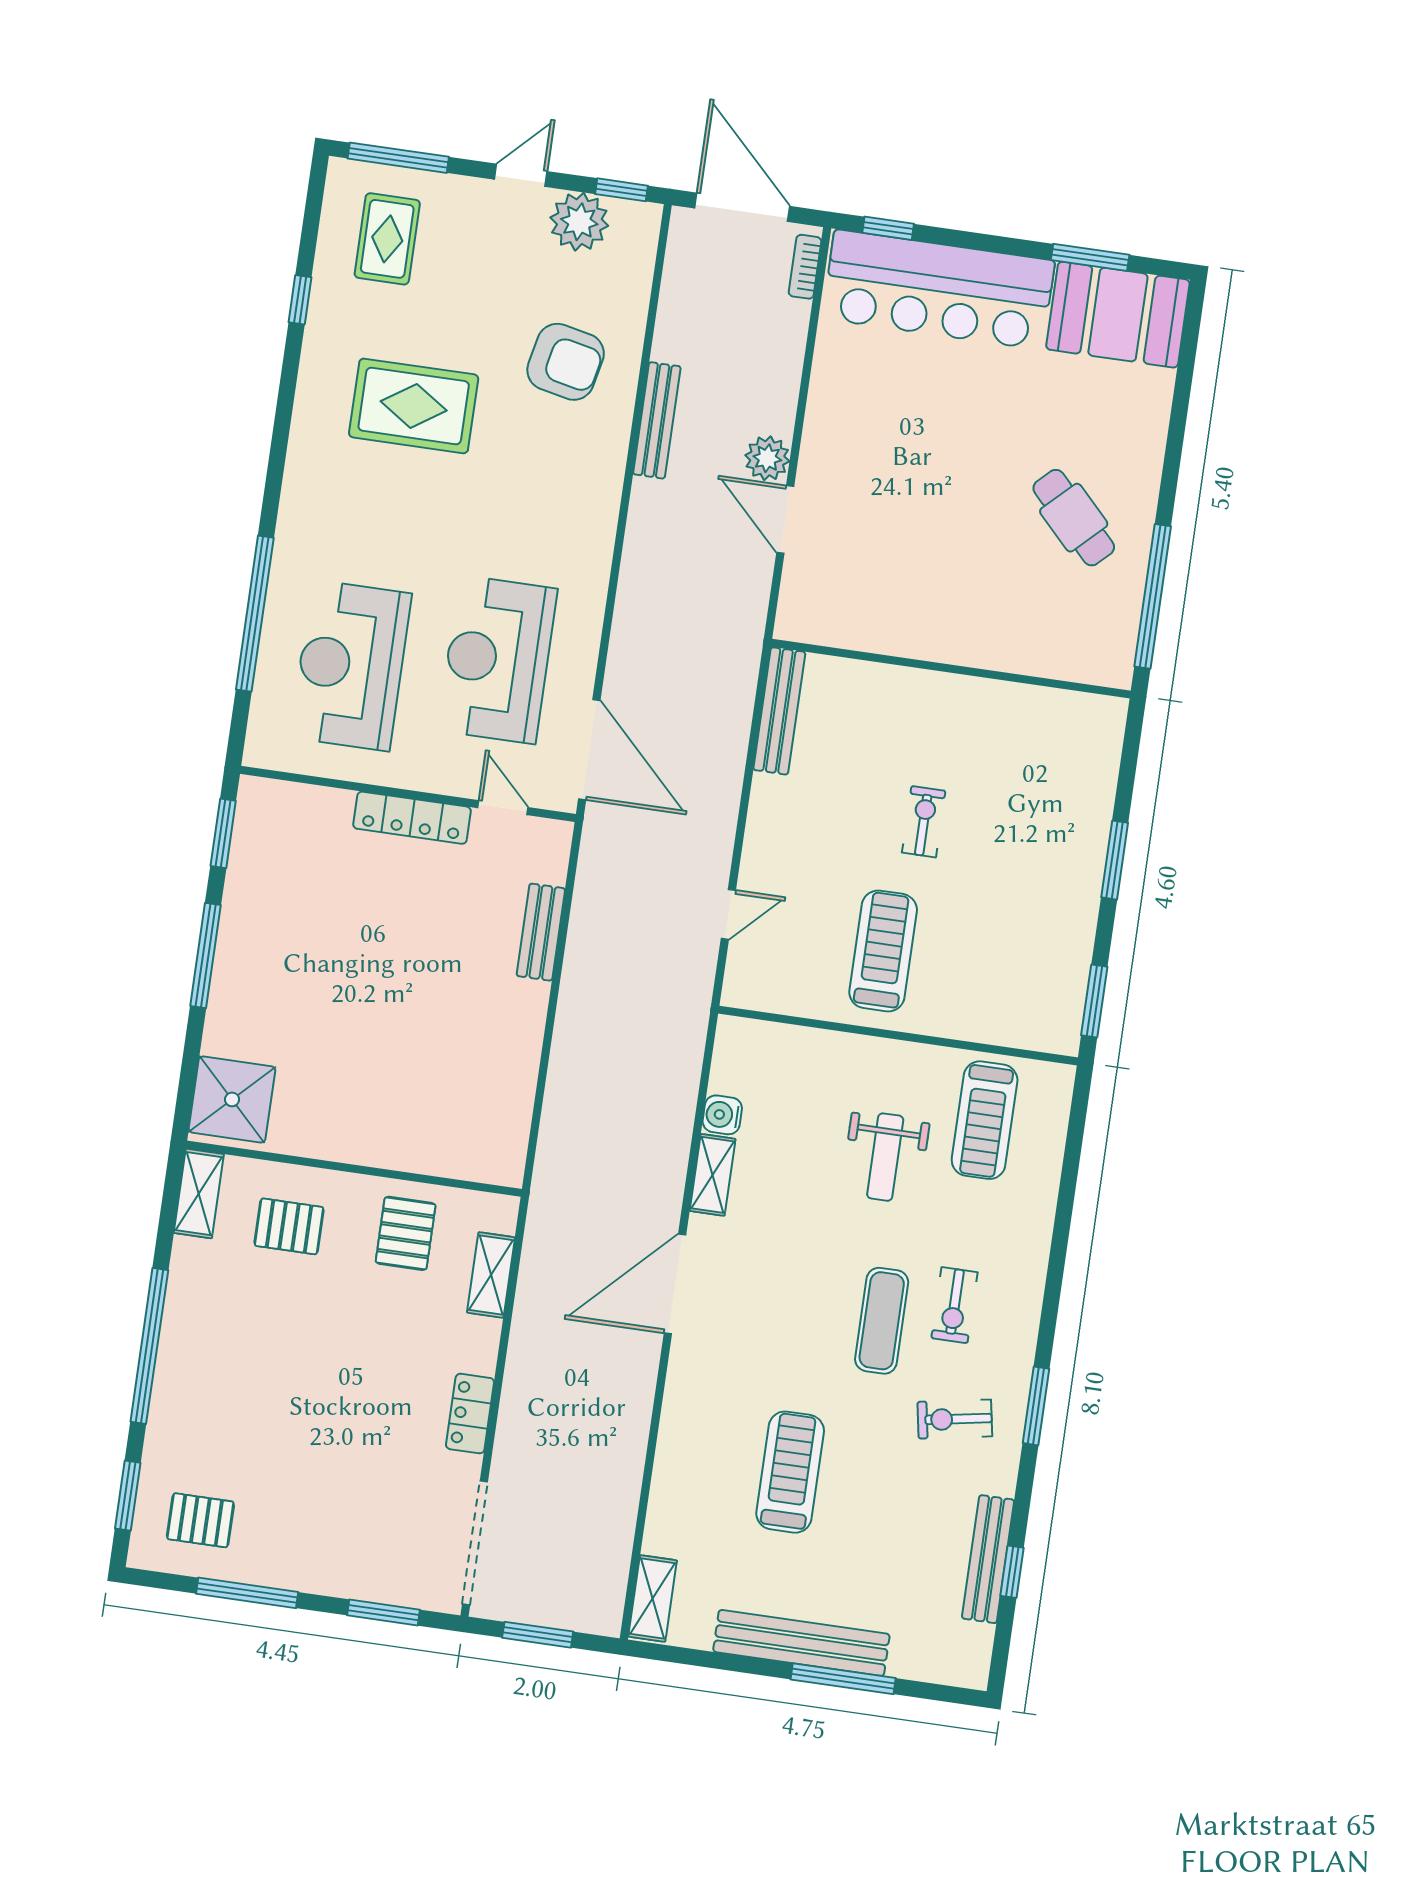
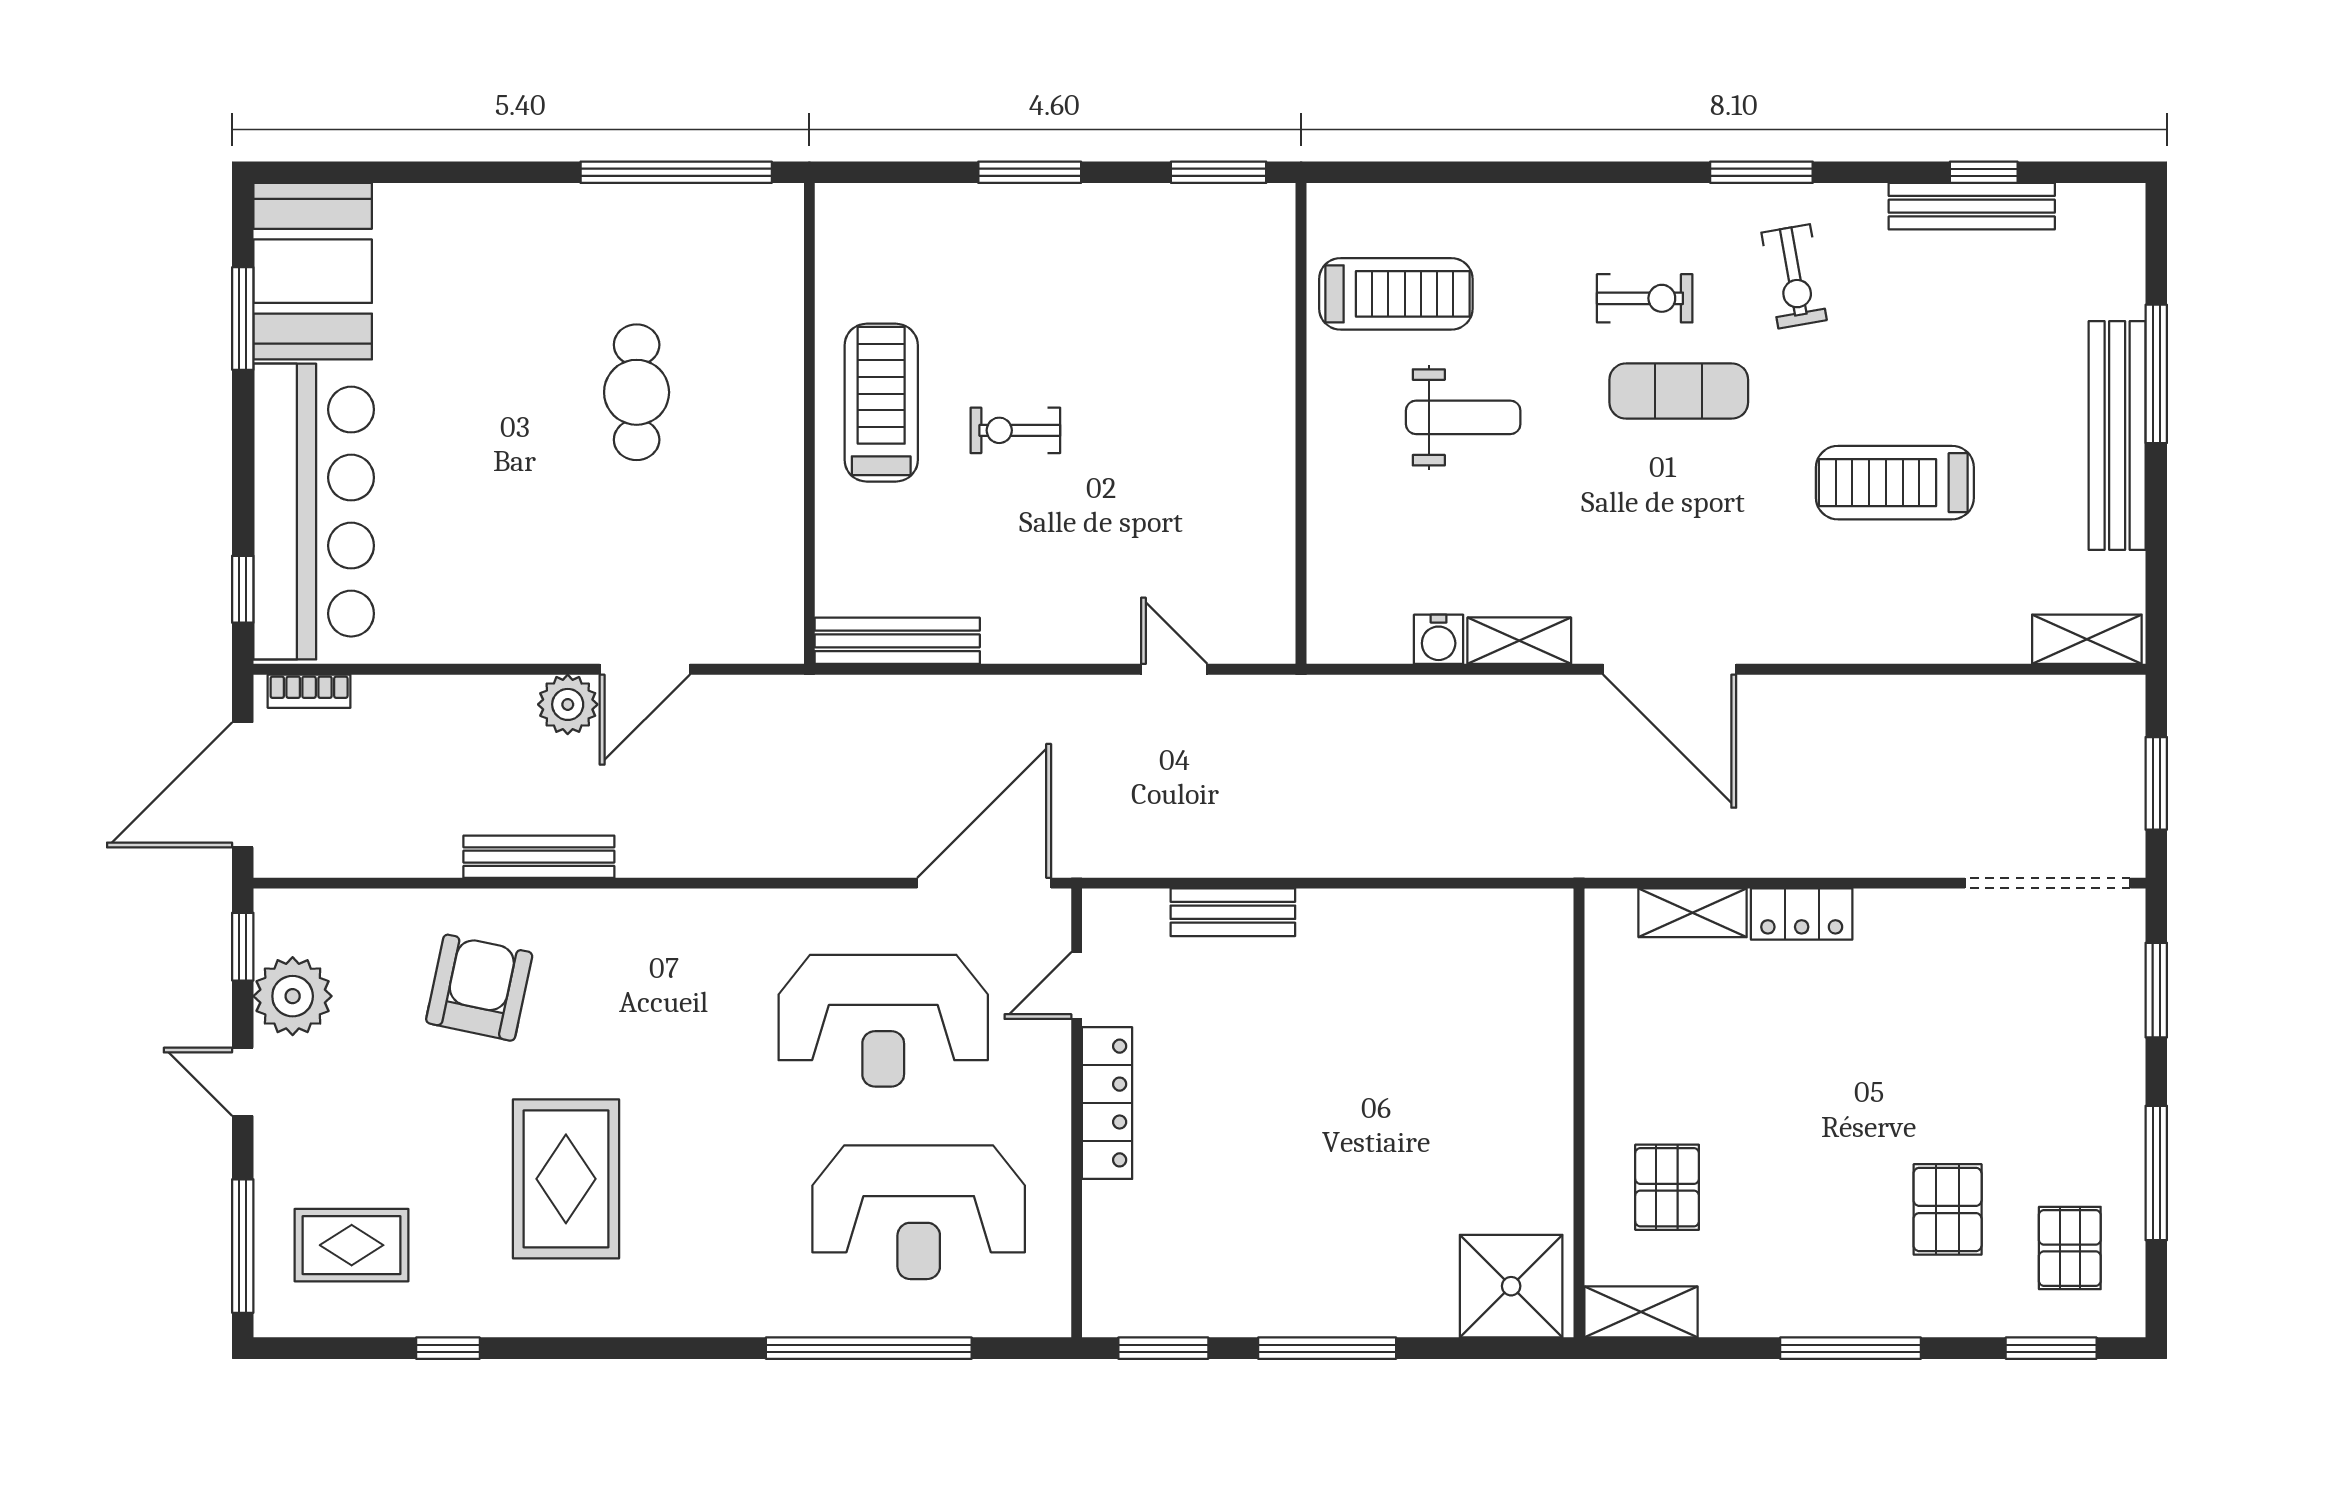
cafe table: (1074, 518) -> (637, 392), moved, turned -46
treadmill: (883, 951) -> (881, 403), moved, turned 90
pallet: (406, 1233) -> (1948, 1209), moved, turned 90
window: (149, 1346) -> (1850, 1348), width x0.68
locker: (470, 1414) -> (1802, 914), moved

